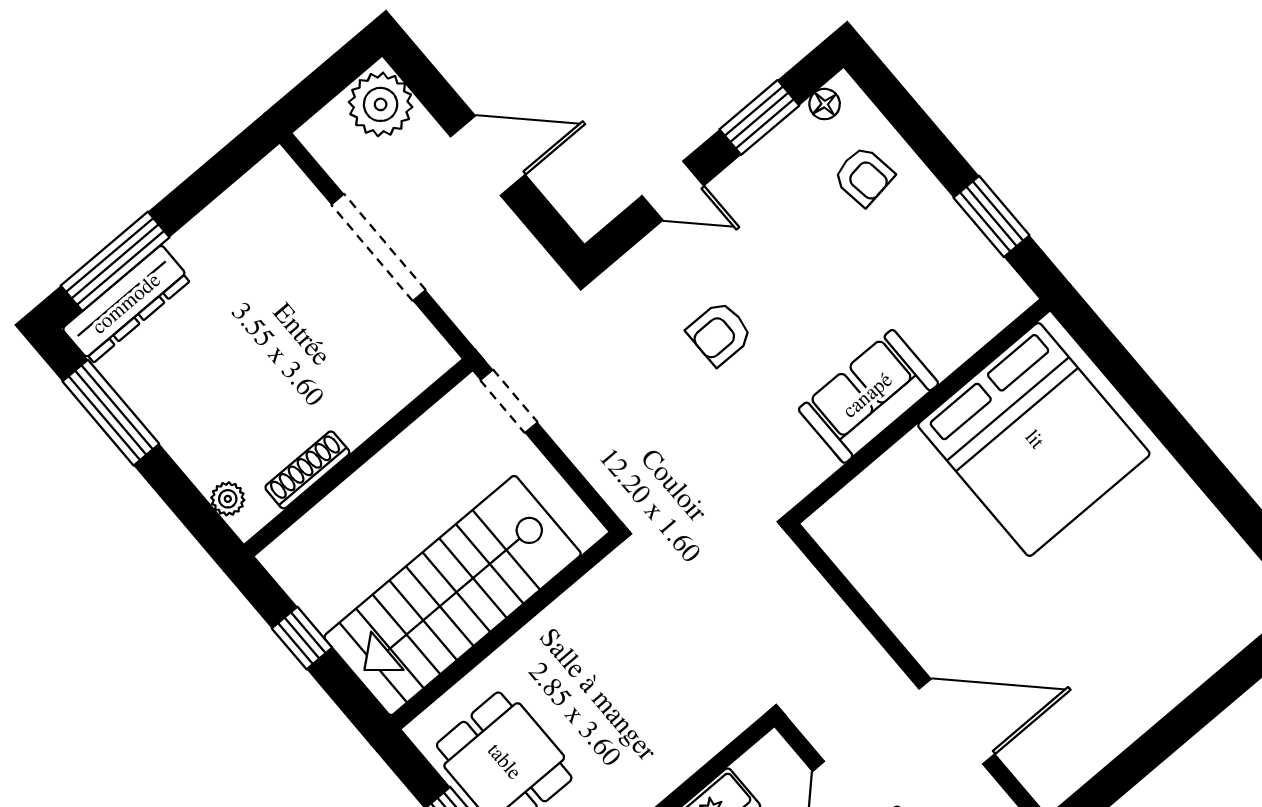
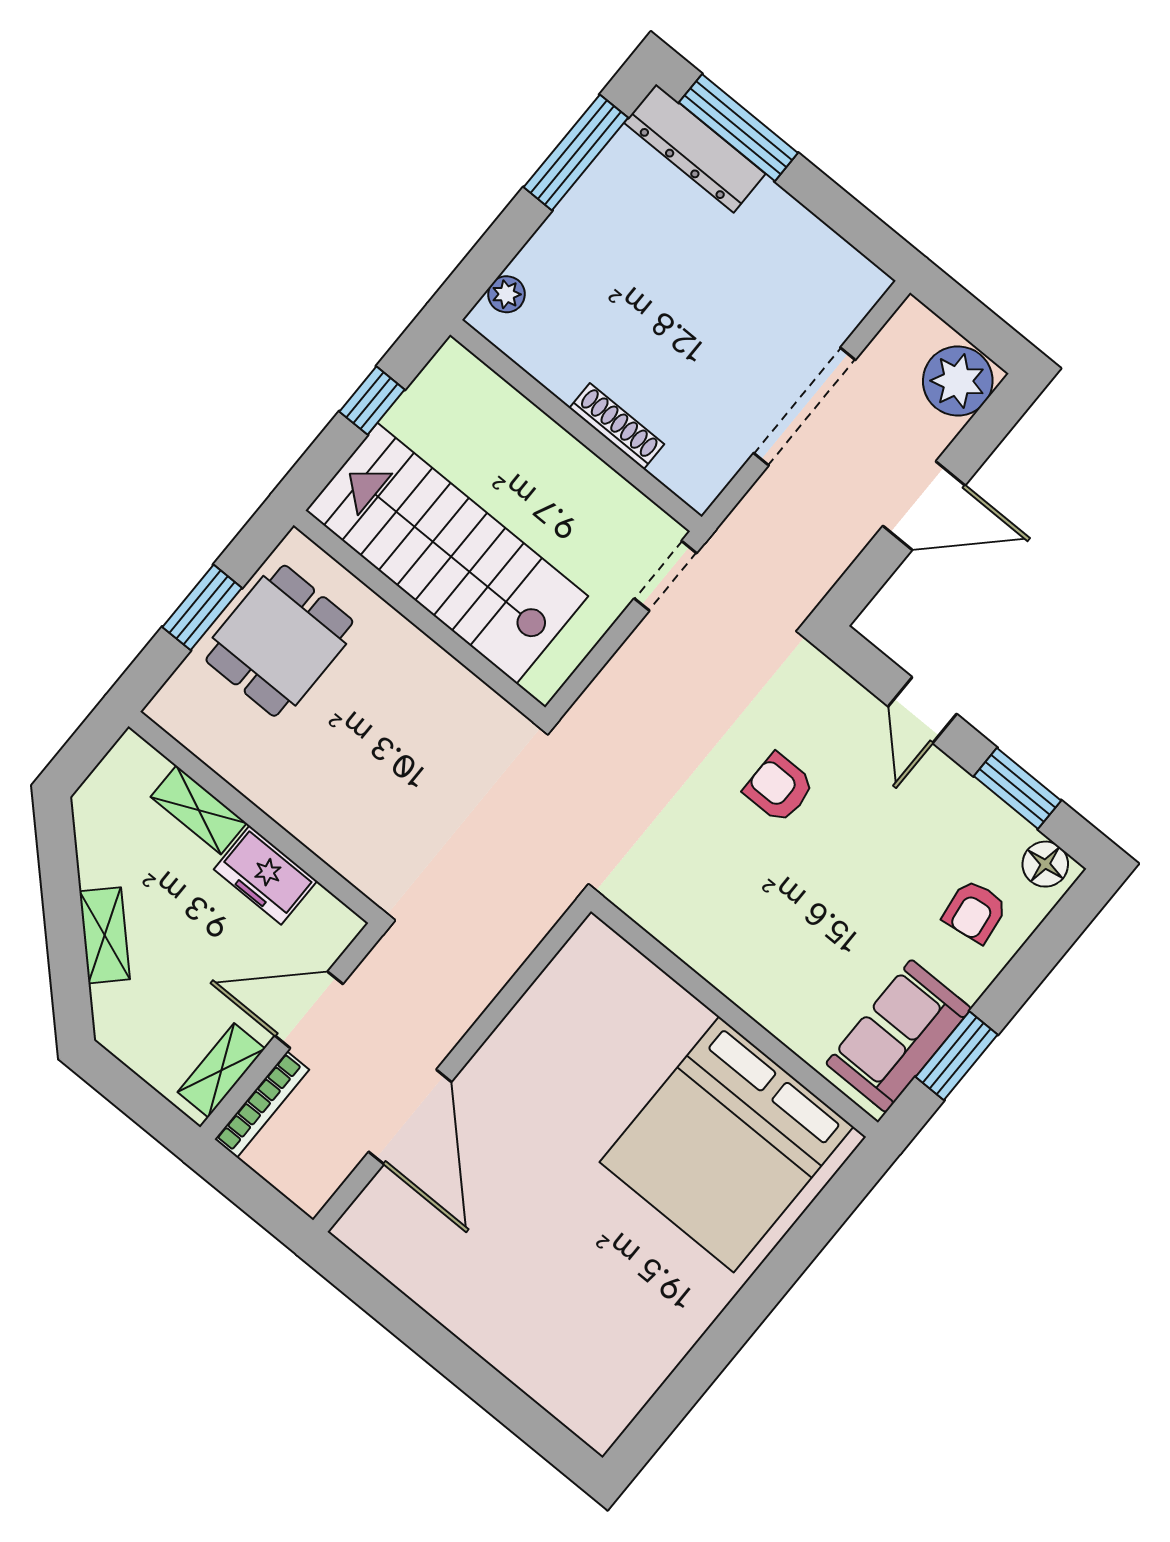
floor lamp: (825, 104) -> (1045, 864), width x1.37, depth x1.37
door: (488, 156) -> (924, 506), hinge flipped
sofa: (868, 396) -> (899, 1036), moved, turned -90
shoe rack: (307, 470) -> (617, 426), moved

